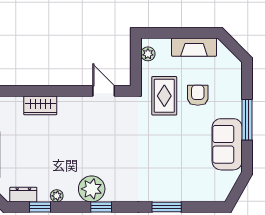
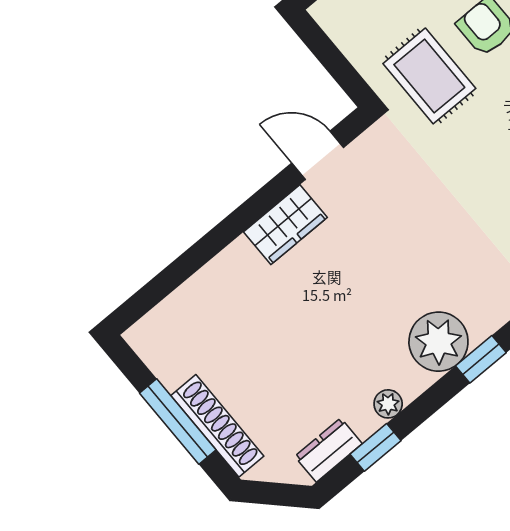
plant: (148, 54) -> (341, 27), removed
wardrobe: (40, 105) -> (285, 225), moved

